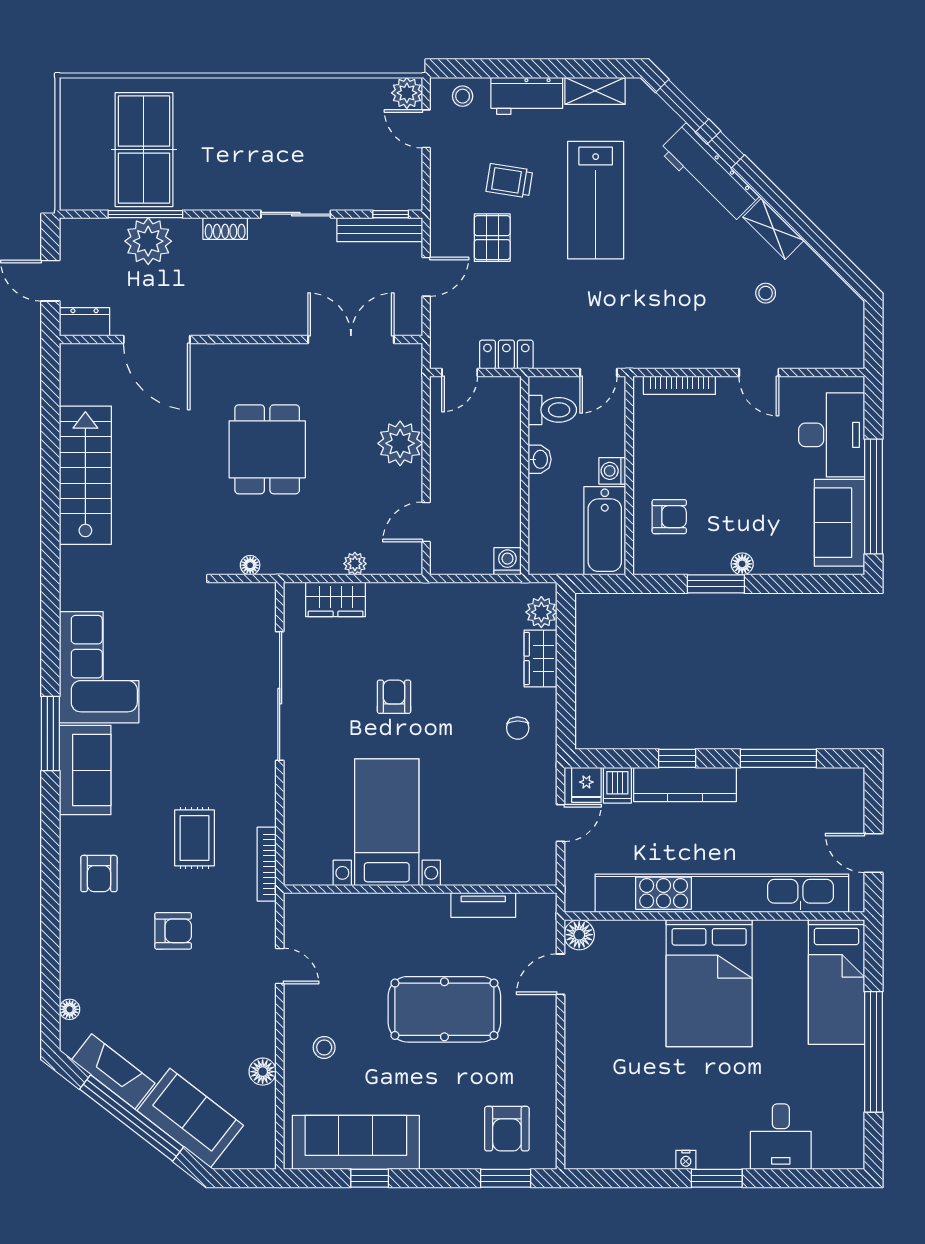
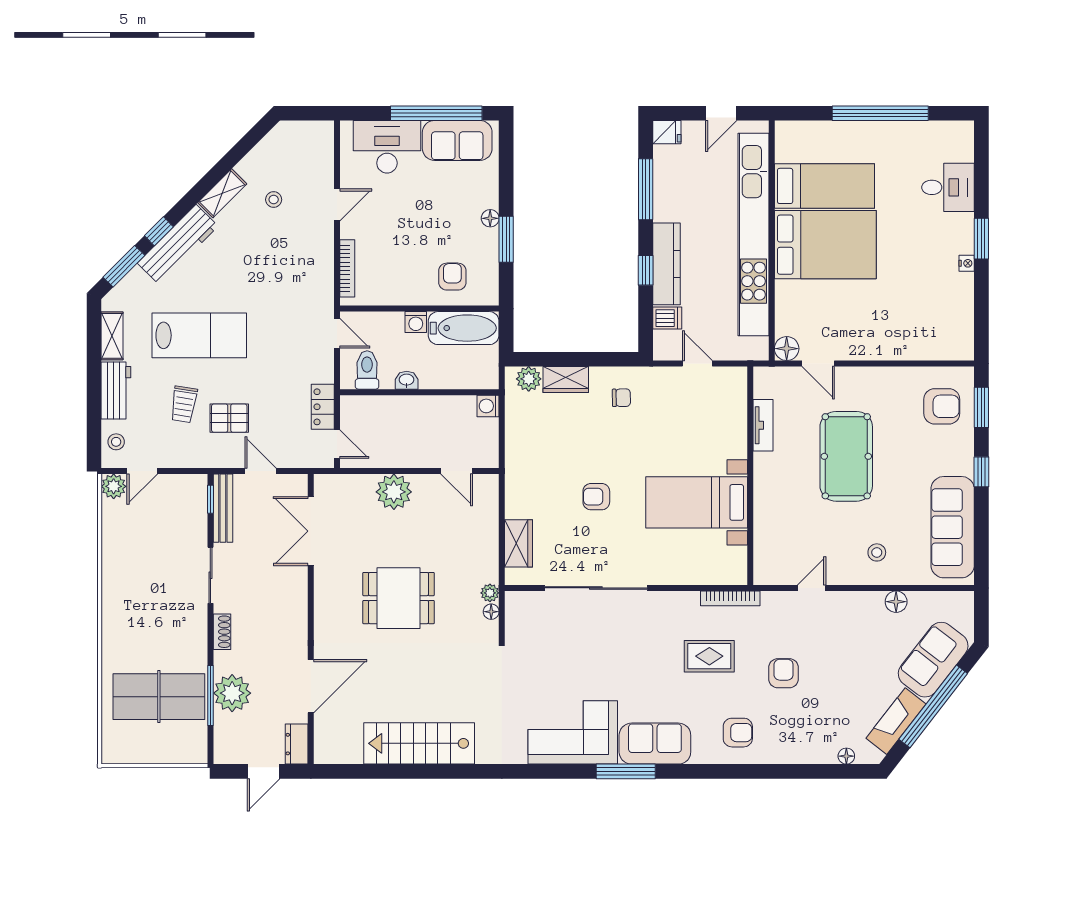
plant: (355, 564) -> (490, 593), moved
fridge: (586, 785) -> (667, 132), moved
bed: (836, 982) -> (824, 186), moved
window: (370, 1178) -> (981, 472), moved

